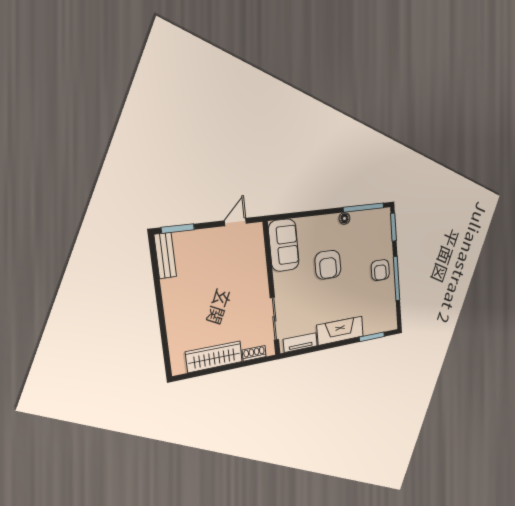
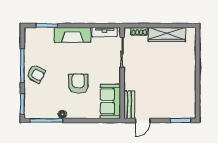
bench: (165, 256) -> (129, 105), moved
armchair: (380, 270) -> (36, 74), turned 117

